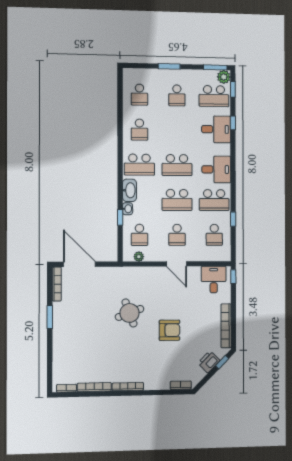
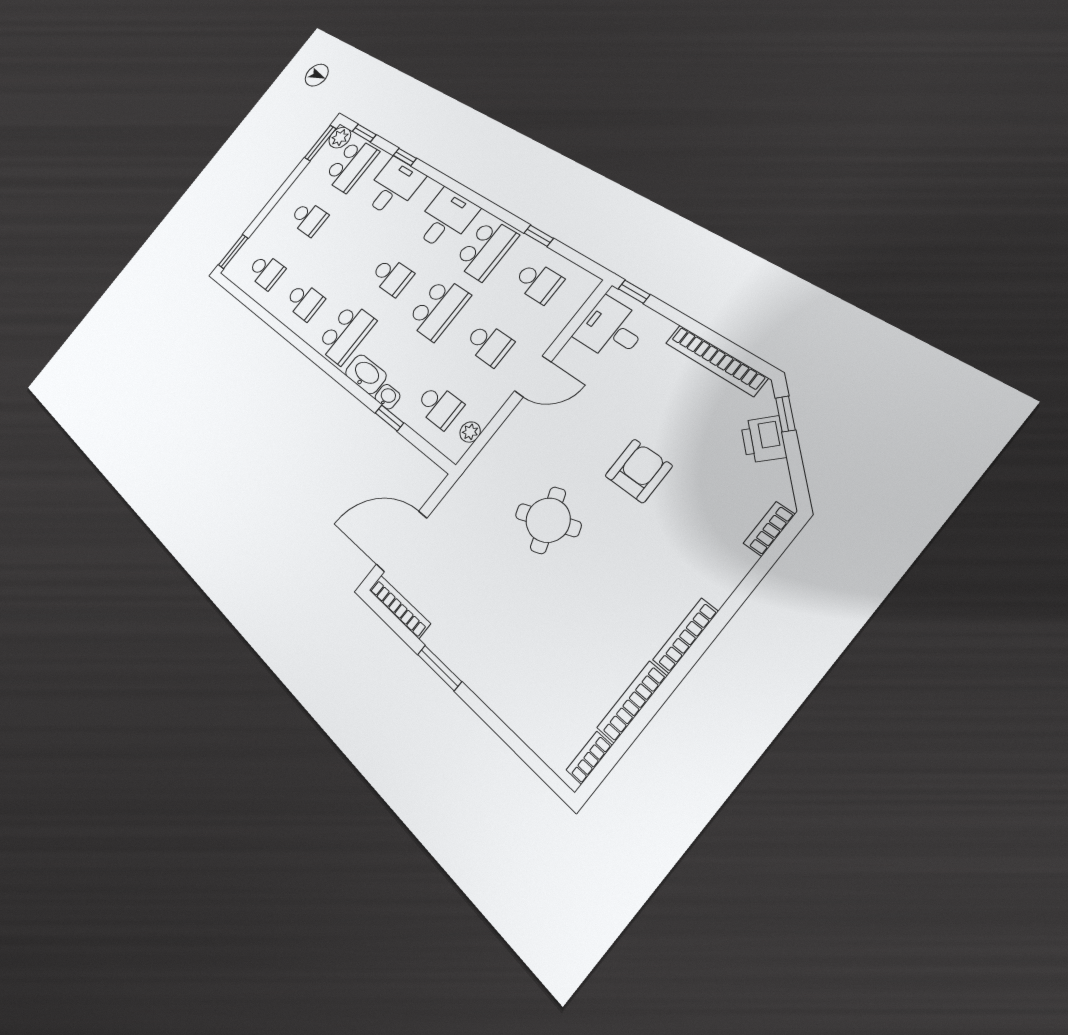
window: (169, 66) -> (233, 252), moved
school desk: (177, 165) -> (392, 276), width x0.54

